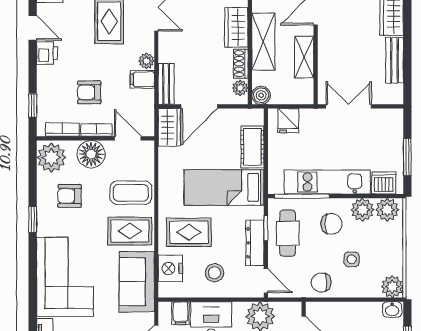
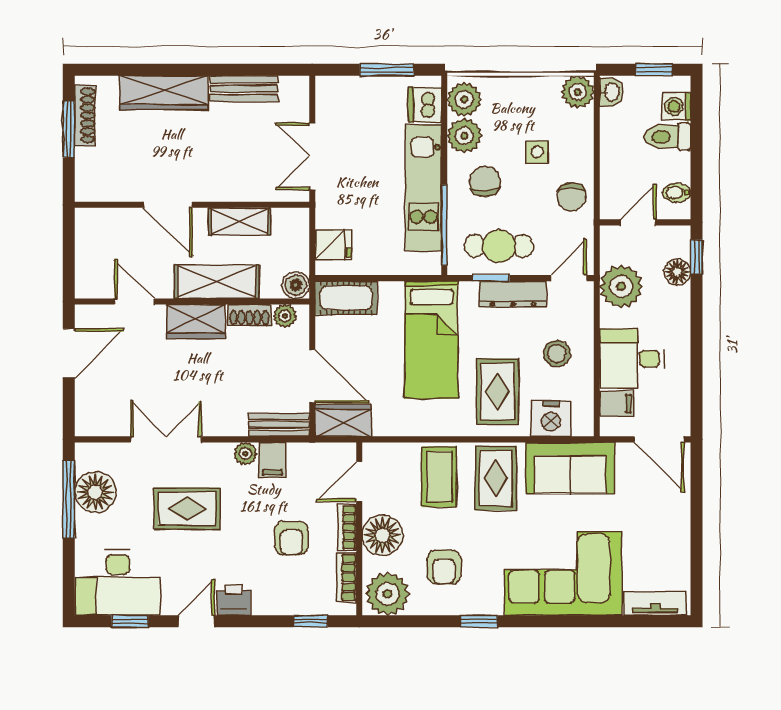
cot: (252, 147) -> (346, 298), moved

